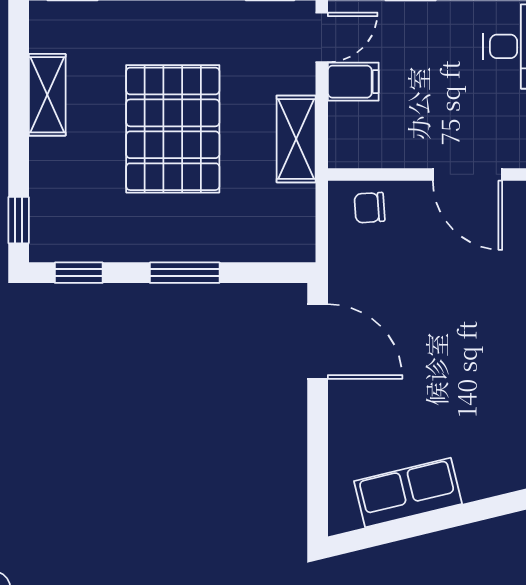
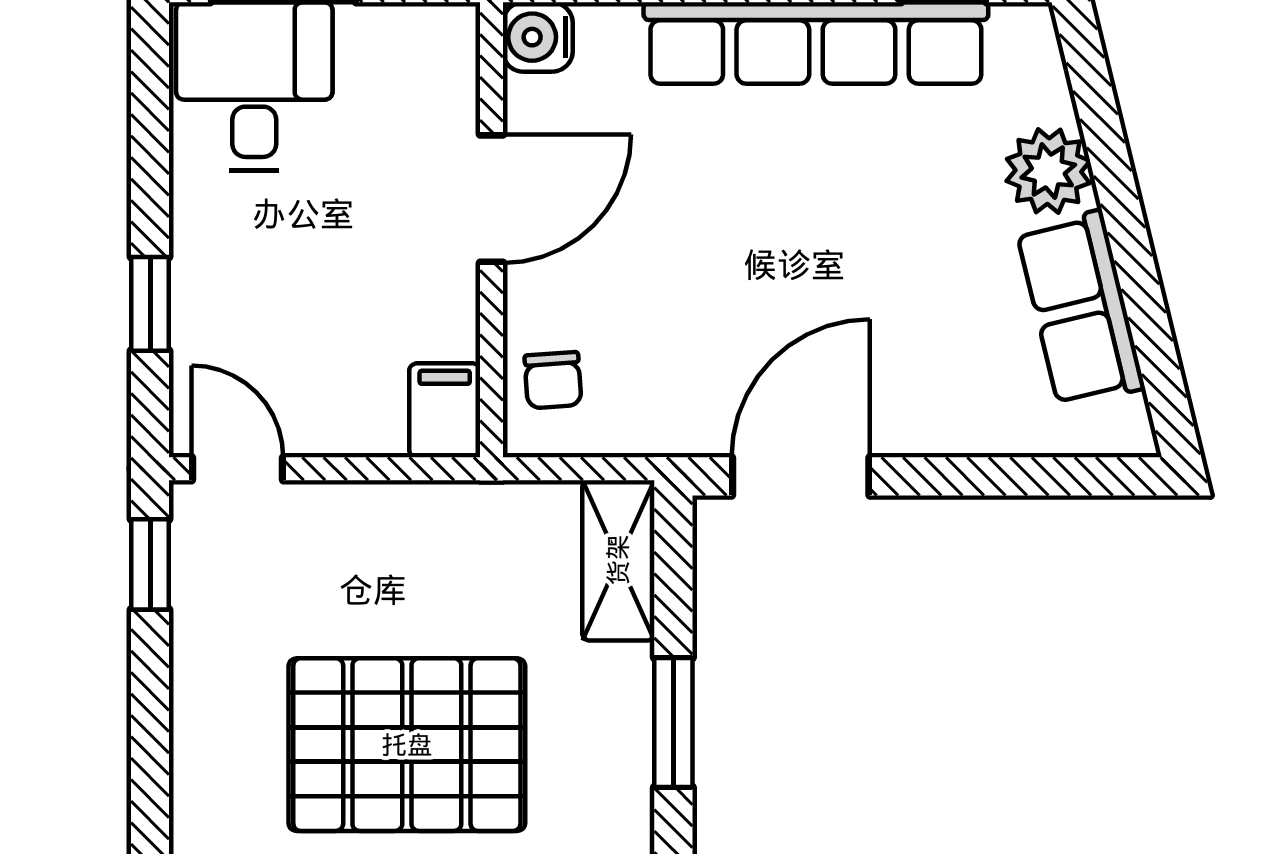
filing cabinet: (353, 82) -> (445, 410), moved
shelving: (296, 139) -> (618, 560), moved, turned 90
plant: (482, 475) -> (1048, 171), added

